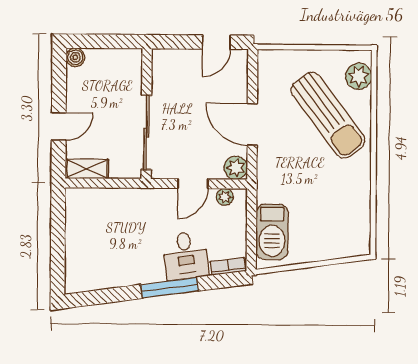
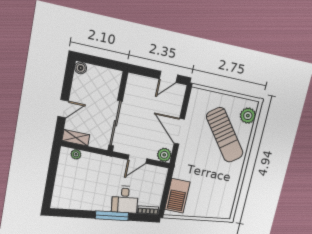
plant: (225, 197) -> (76, 154), moved

